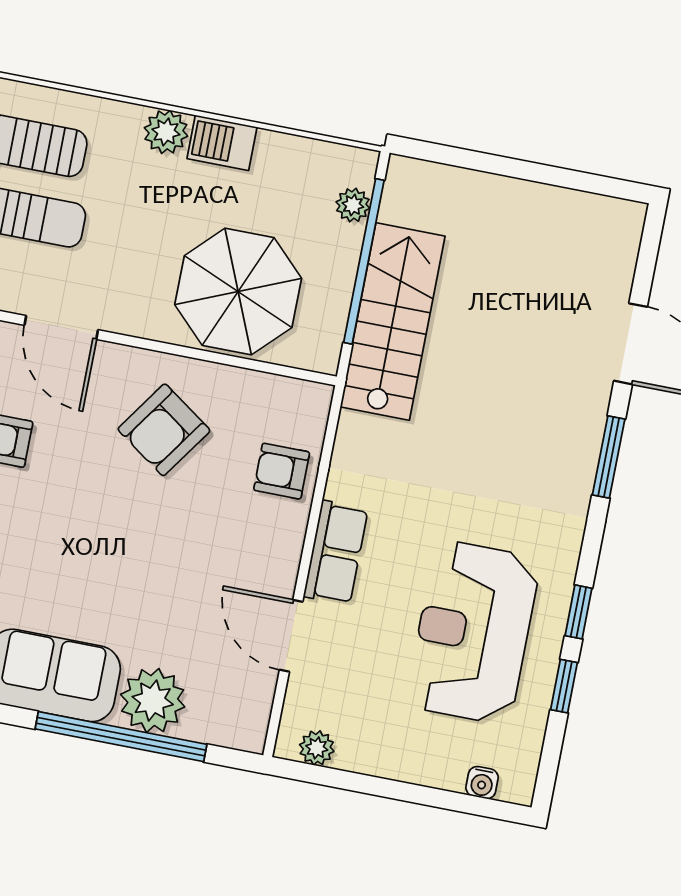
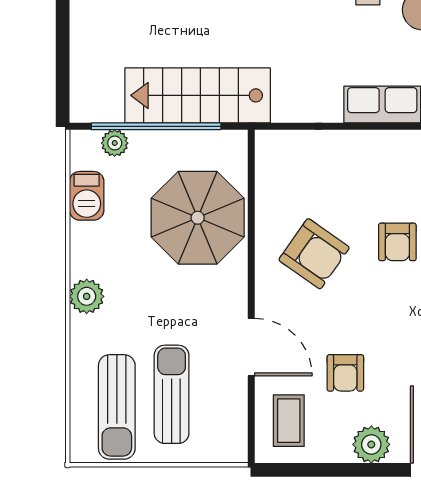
barbecue: (222, 143) -> (87, 196), moved
door: (61, 327) -> (251, 347), hinge flipped
armchair: (282, 471) -> (397, 242), moved

